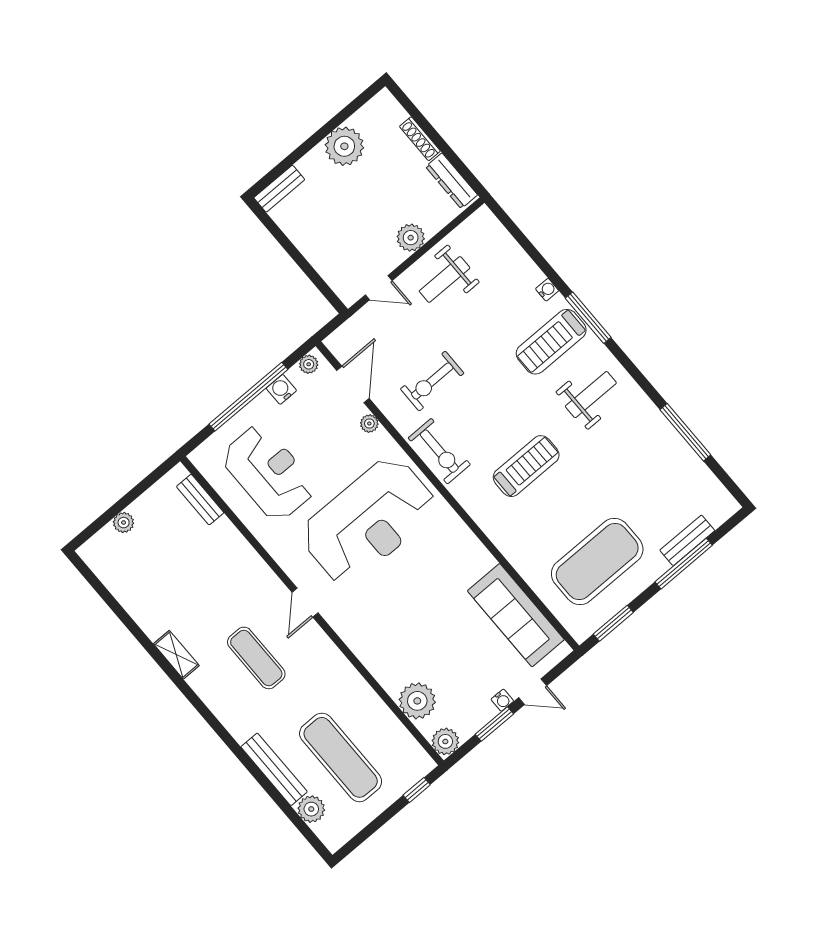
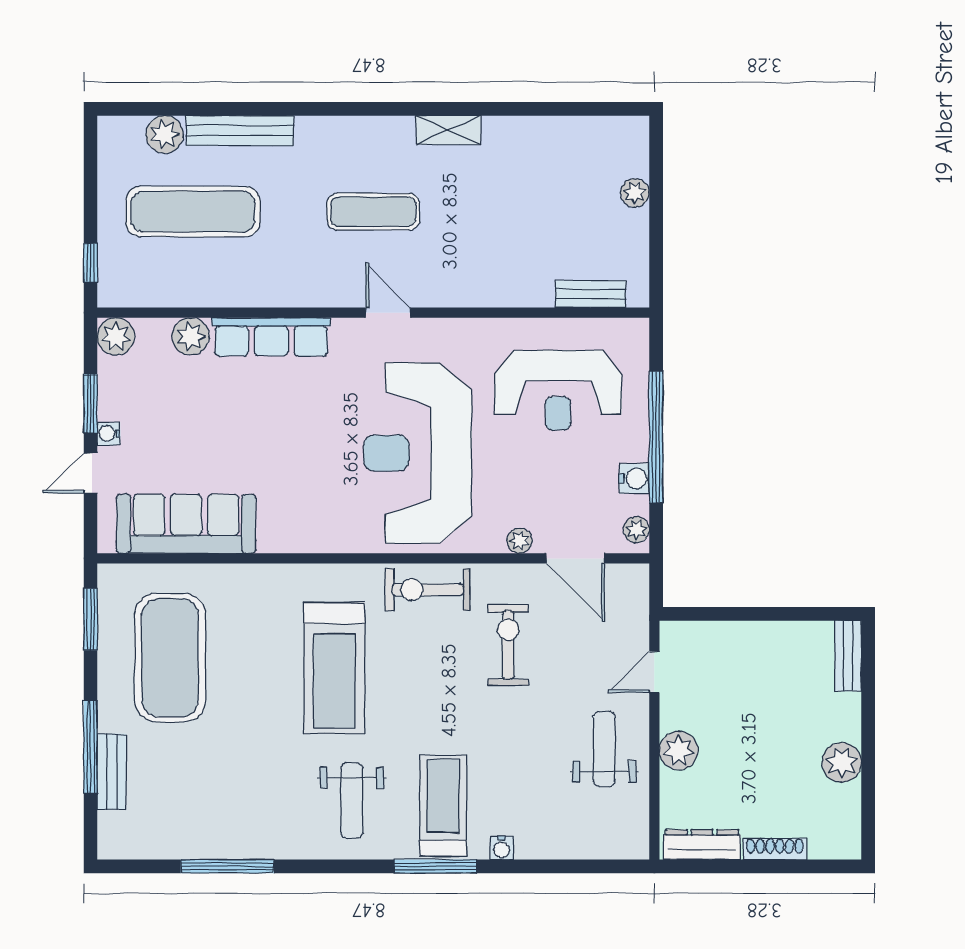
plant: (344, 146) -> (842, 762), width x0.73, depth x0.73
treadmill: (526, 466) -> (334, 668), width x1.37, depth x1.38
row of seats: (373, 656) -> (271, 337), added
plant: (417, 701) -> (191, 336), width x0.73, depth x0.73

